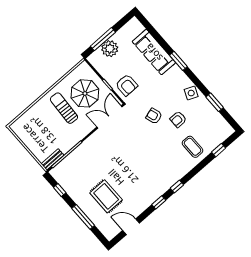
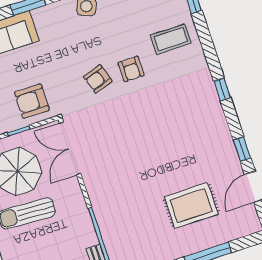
armchair: (127, 85) -> (32, 101), turned 180
armchair: (178, 119) -> (131, 69), moved
window: (159, 202) -> (242, 149), moved

